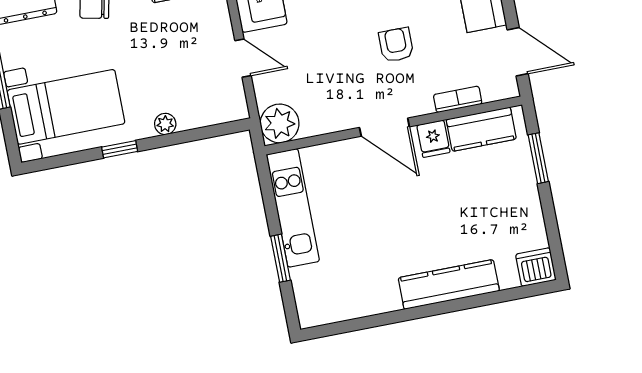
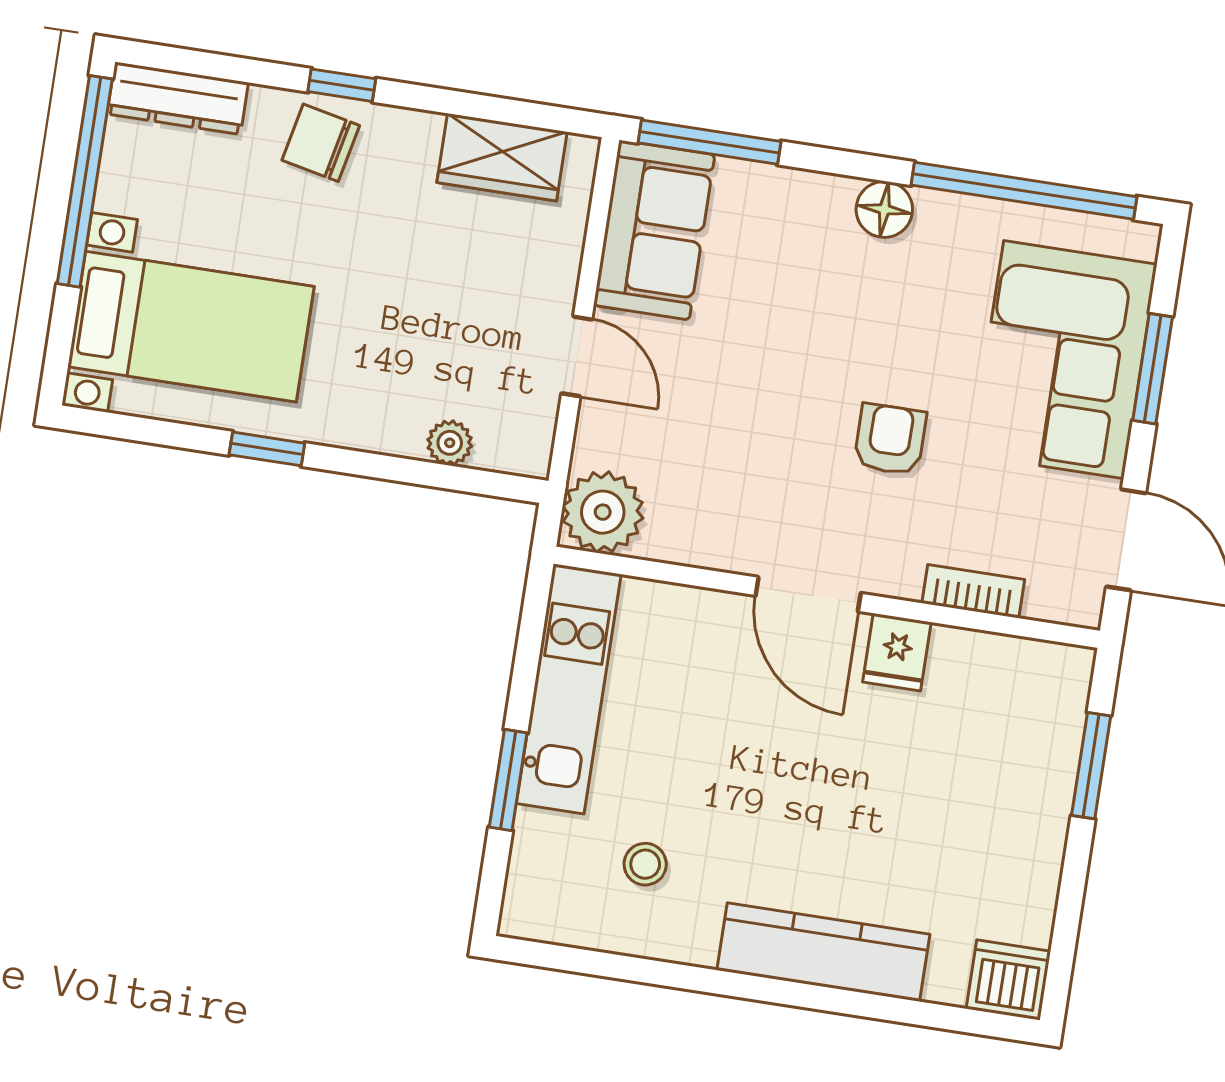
plant: (165, 124) -> (450, 443), moved
kitchen counter: (481, 129) -> (999, 668), removed
stool: (355, 274) -> (645, 864), added

